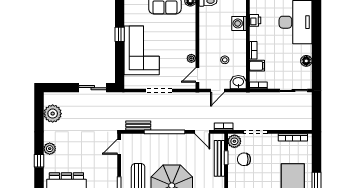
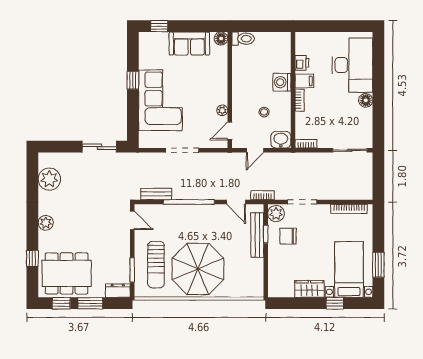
washing machine: (239, 23) -> (282, 82), moved
floor lamp: (306, 61) -> (366, 100), moved
filing cabinet: (257, 66) -> (304, 81), moved
door: (119, 147) -> (132, 220), swing flipped
window: (39, 161) -> (32, 258), moved

